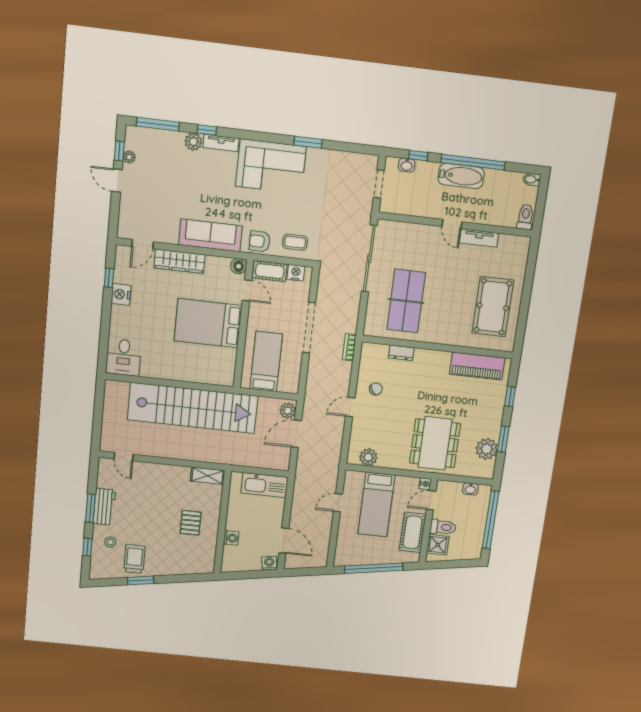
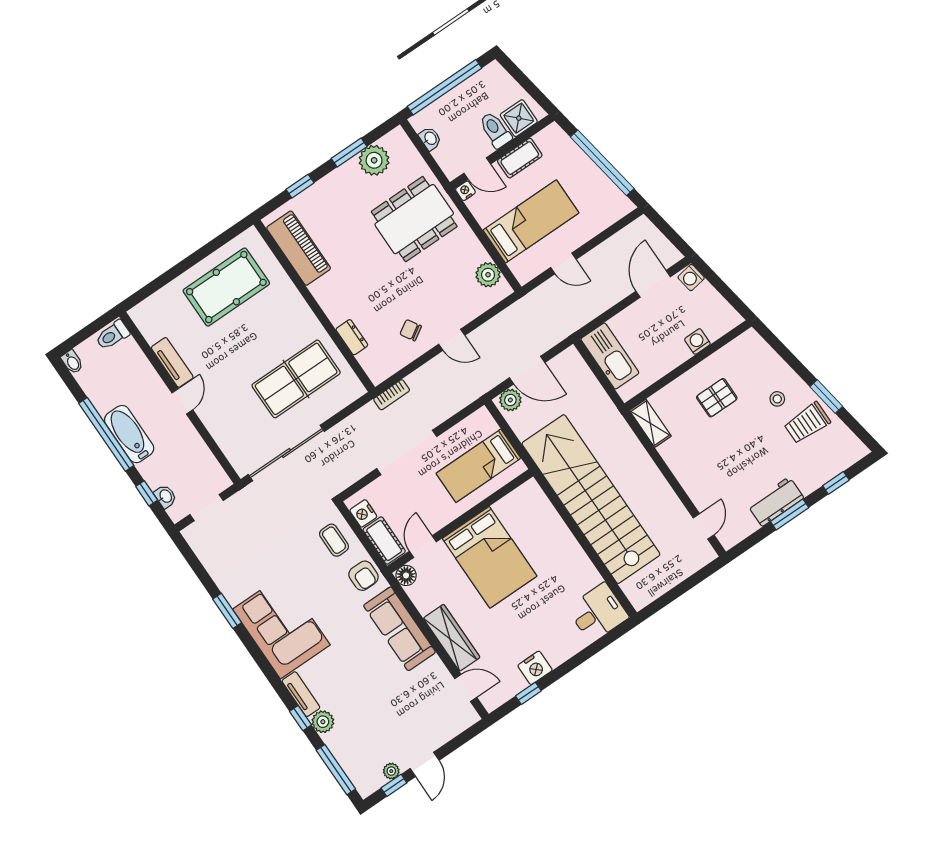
cot: (413, 532) -> (520, 158), width x0.73, depth x0.75
stool: (110, 542) -> (777, 399), moved

